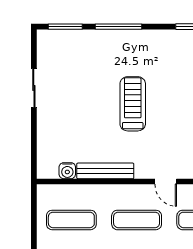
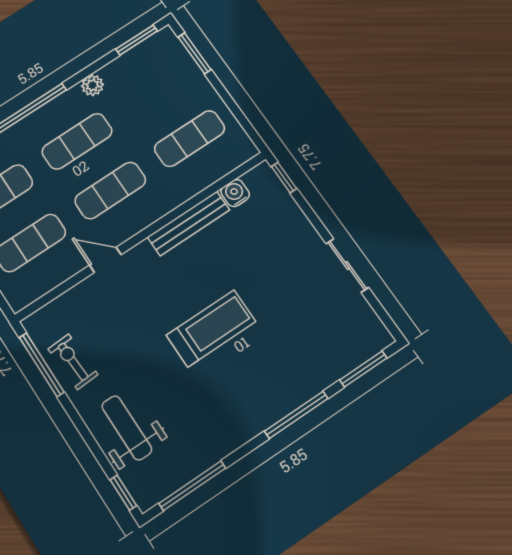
treadmill: (133, 104) -> (211, 328), turned -90
window: (34, 161) -> (284, 178), added

